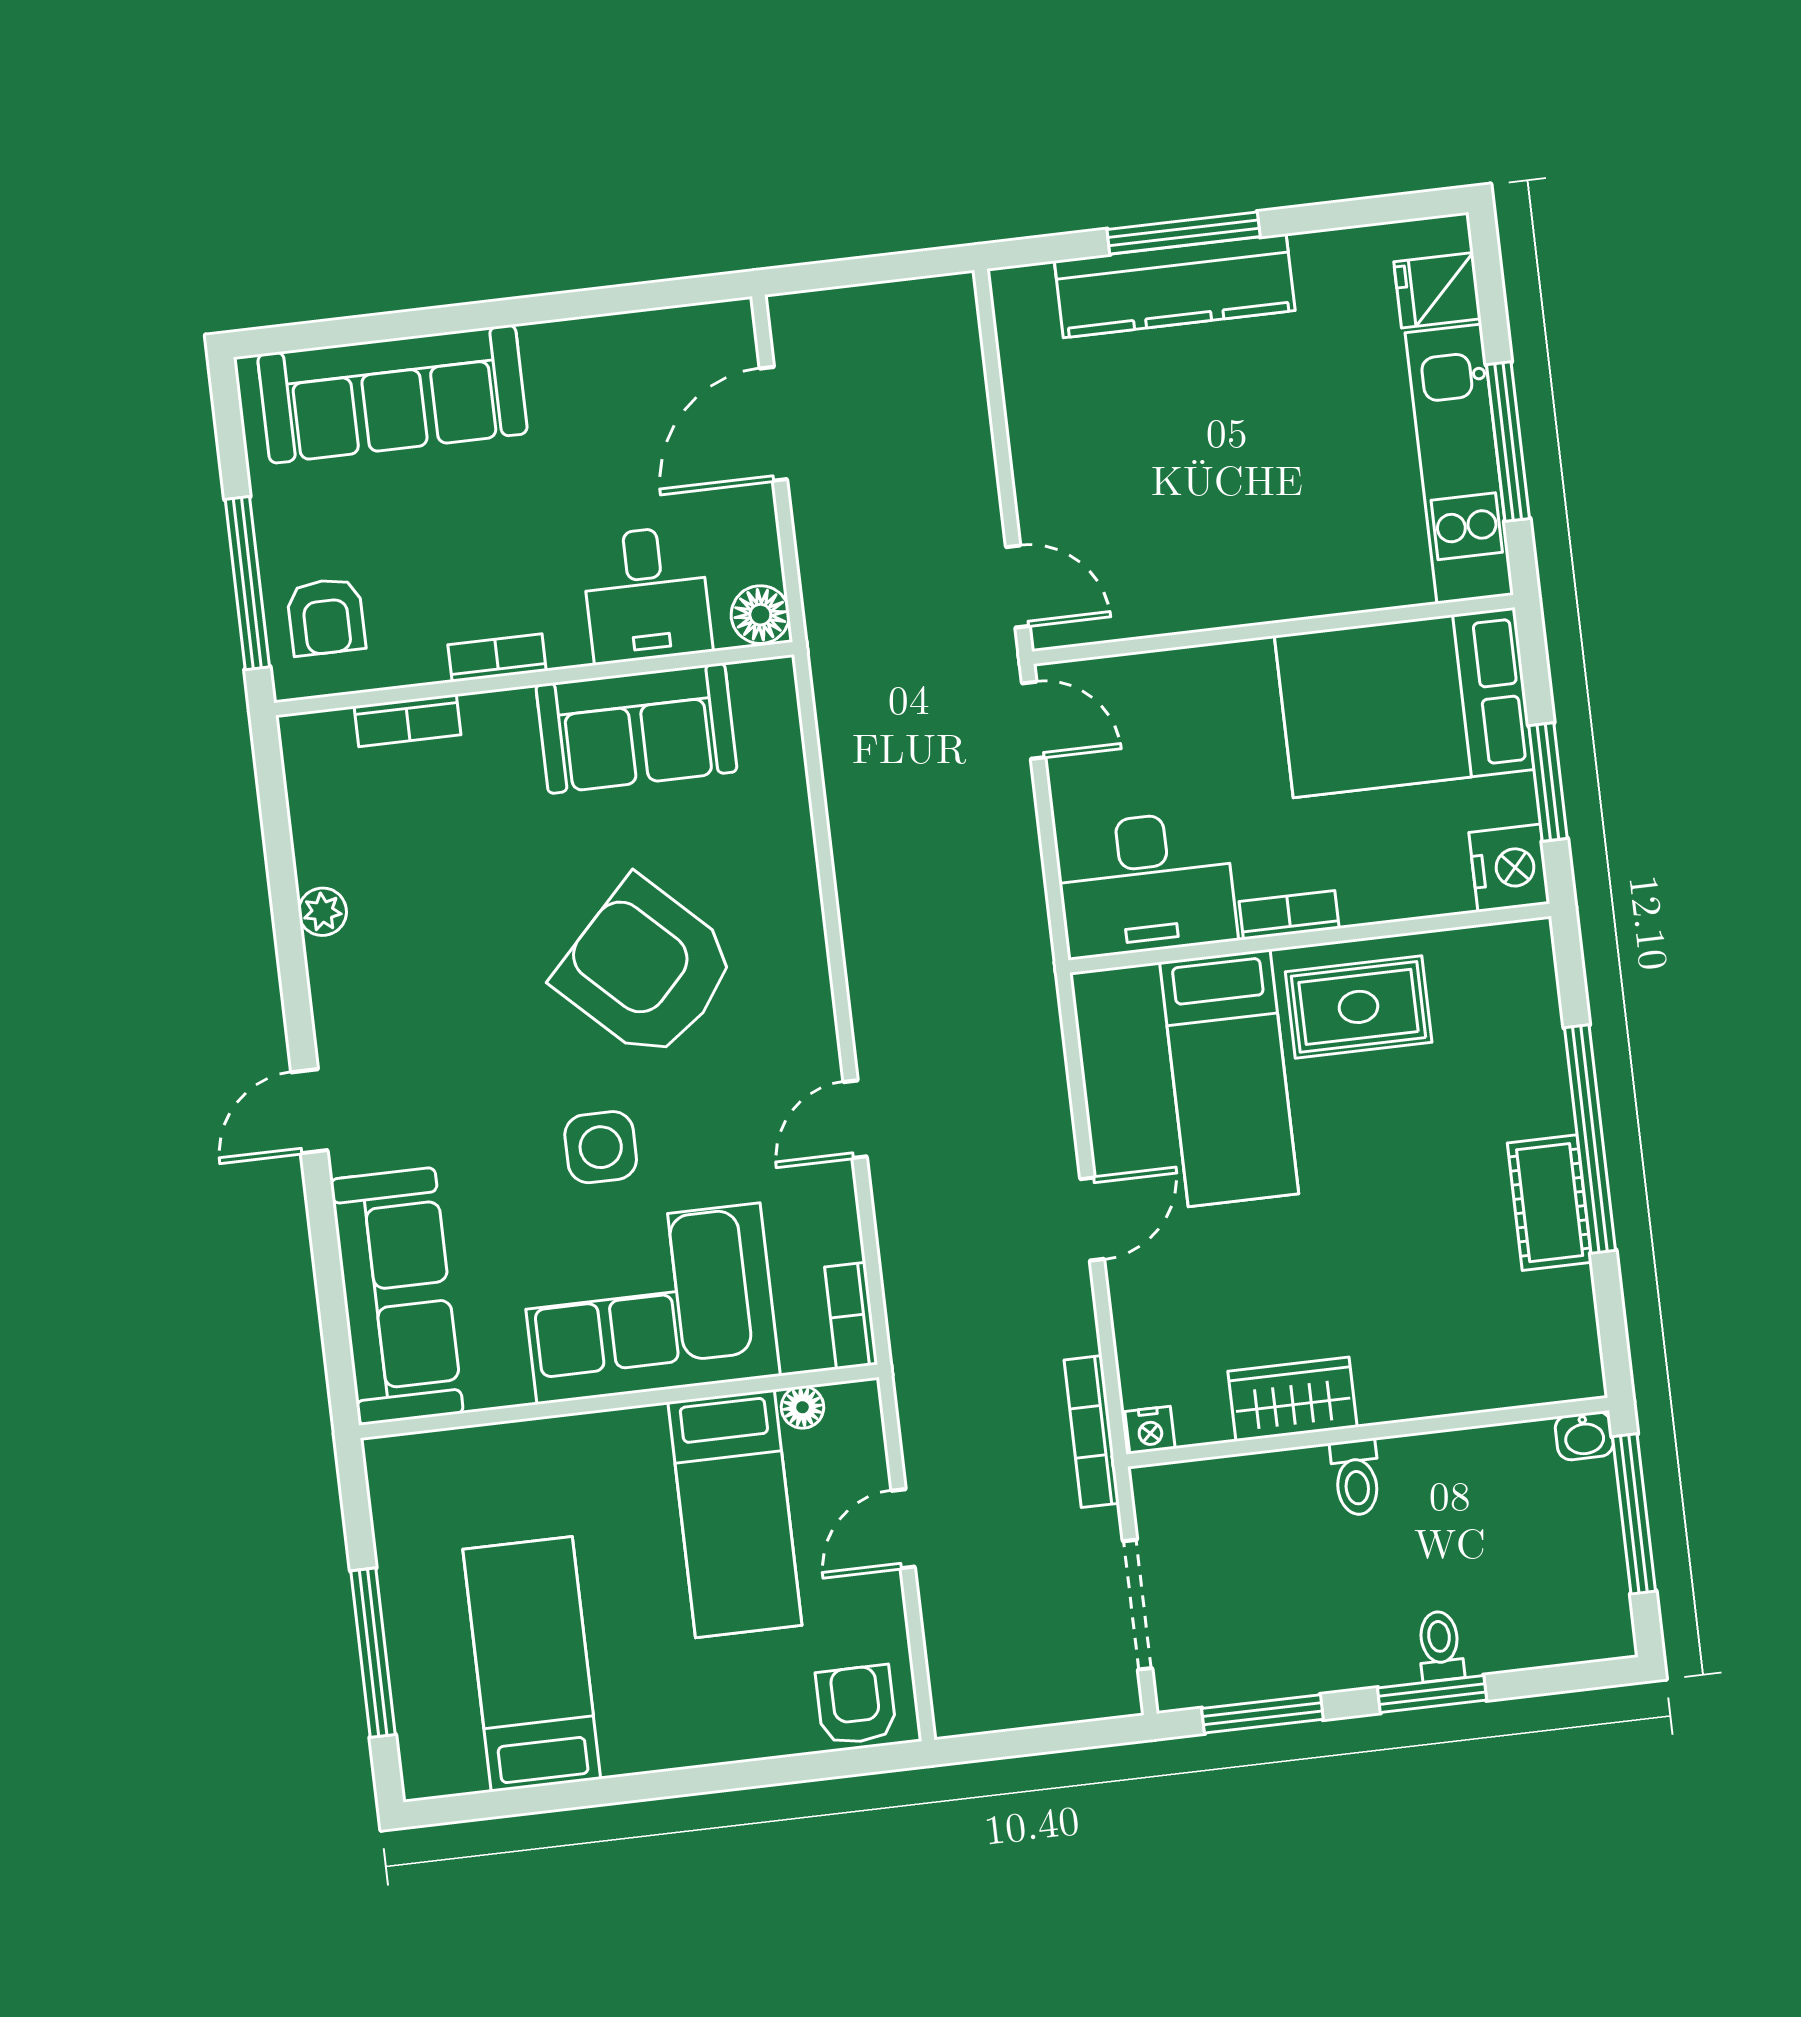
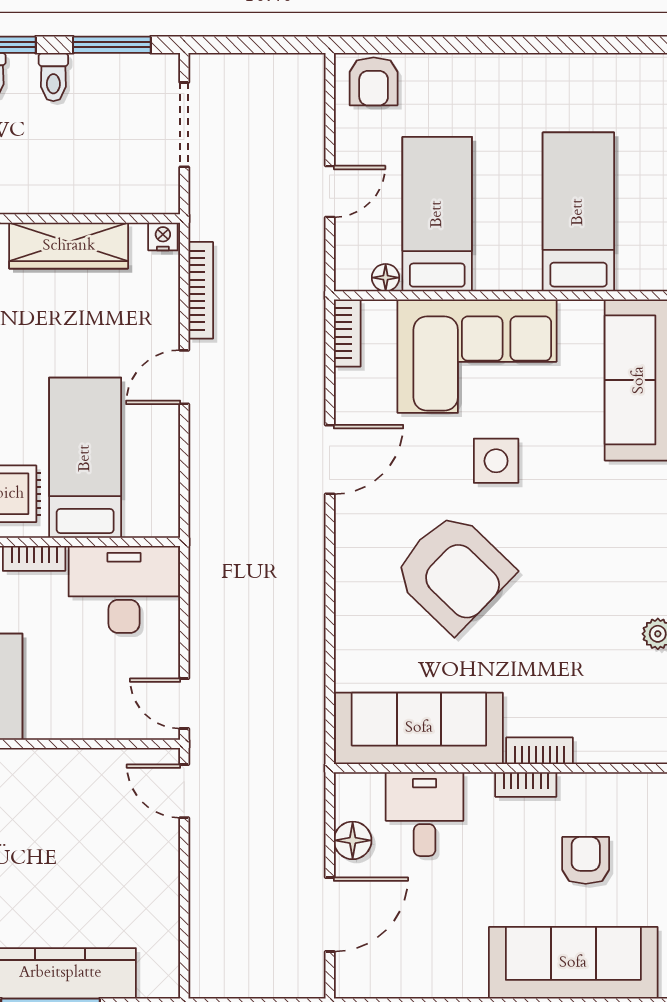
floor lamp: (760, 615) -> (353, 840), moved
armchair: (326, 617) -> (586, 860), moved
bookcase: (408, 721) -> (540, 751), moved
sofa: (636, 728) -> (419, 728), width x1.36
door: (855, 1119) -> (330, 459), width x1.38
wardrobe: (1293, 1399) -> (69, 246), width x1.50
bookcase: (1092, 1432) -> (201, 290), moved
toilet: (1356, 1477) -> (53, 77), moved, turned 180
bed: (532, 1664) -> (578, 212), moved, turned 180

